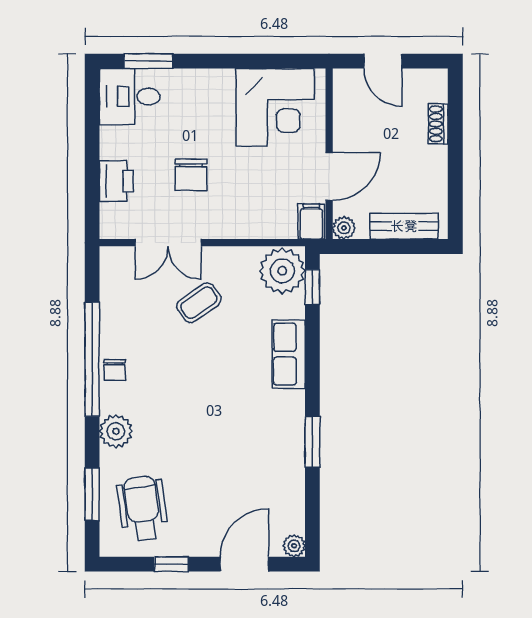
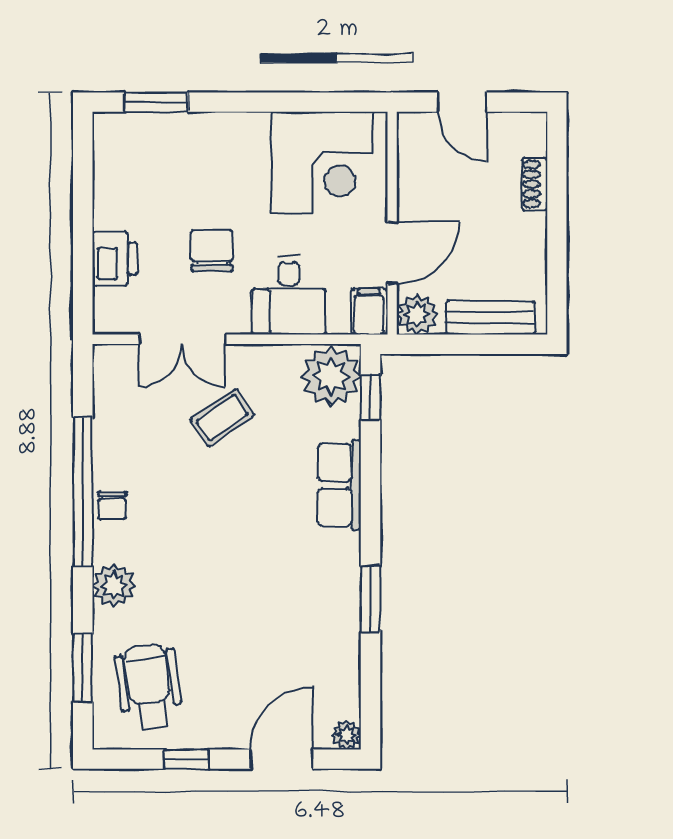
desk: (130, 97) -> (289, 295), moved, turned -90
chair: (191, 175) -> (212, 251), turned 180
plant: (344, 228) -> (417, 314), width x1.38, depth x1.38

